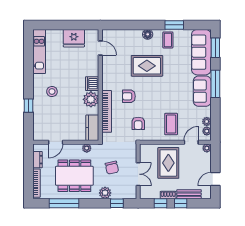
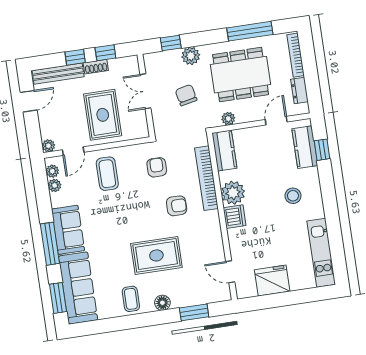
window: (174, 25) -> (194, 312), moved
window: (28, 106) -> (322, 150), moved
kitchen counter: (39, 122) -> (305, 147), added
bench: (189, 194) -> (58, 74), width x1.36

